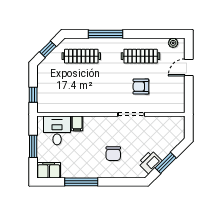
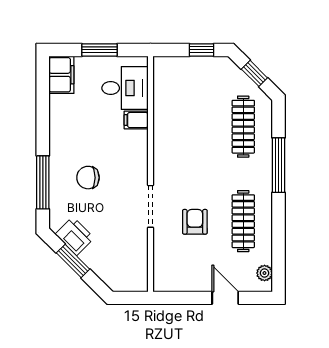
window: (33, 95) -> (202, 50), moved
window: (81, 182) -> (43, 182), moved

